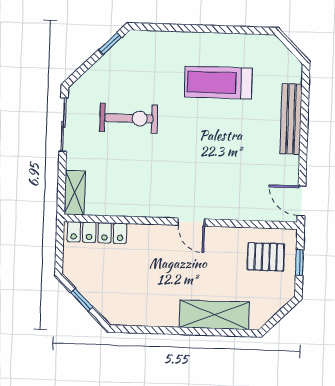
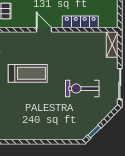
treadmill: (218, 83) -> (28, 73), moved
locker: (97, 233) -> (80, 22), moved

